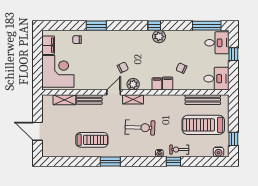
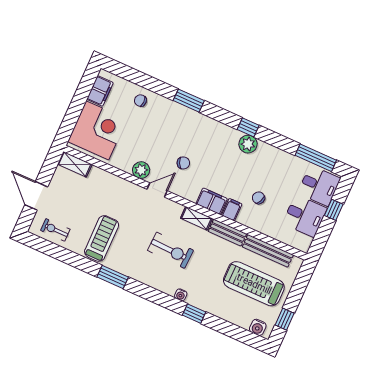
window: (96, 26) -> (189, 101), moved
desk: (216, 79) -> (305, 216), moved
plant: (133, 84) -> (141, 170), moved
filing cabinet: (157, 84) -> (212, 201), width x2.00
shelving: (133, 99) -> (196, 218), moved
shelving: (64, 100) -> (75, 164), moved
bench: (89, 100) -> (227, 233), moved
treadmill: (92, 140) -> (102, 238), turned -90
exercise bike: (179, 150) -> (55, 230), moved

